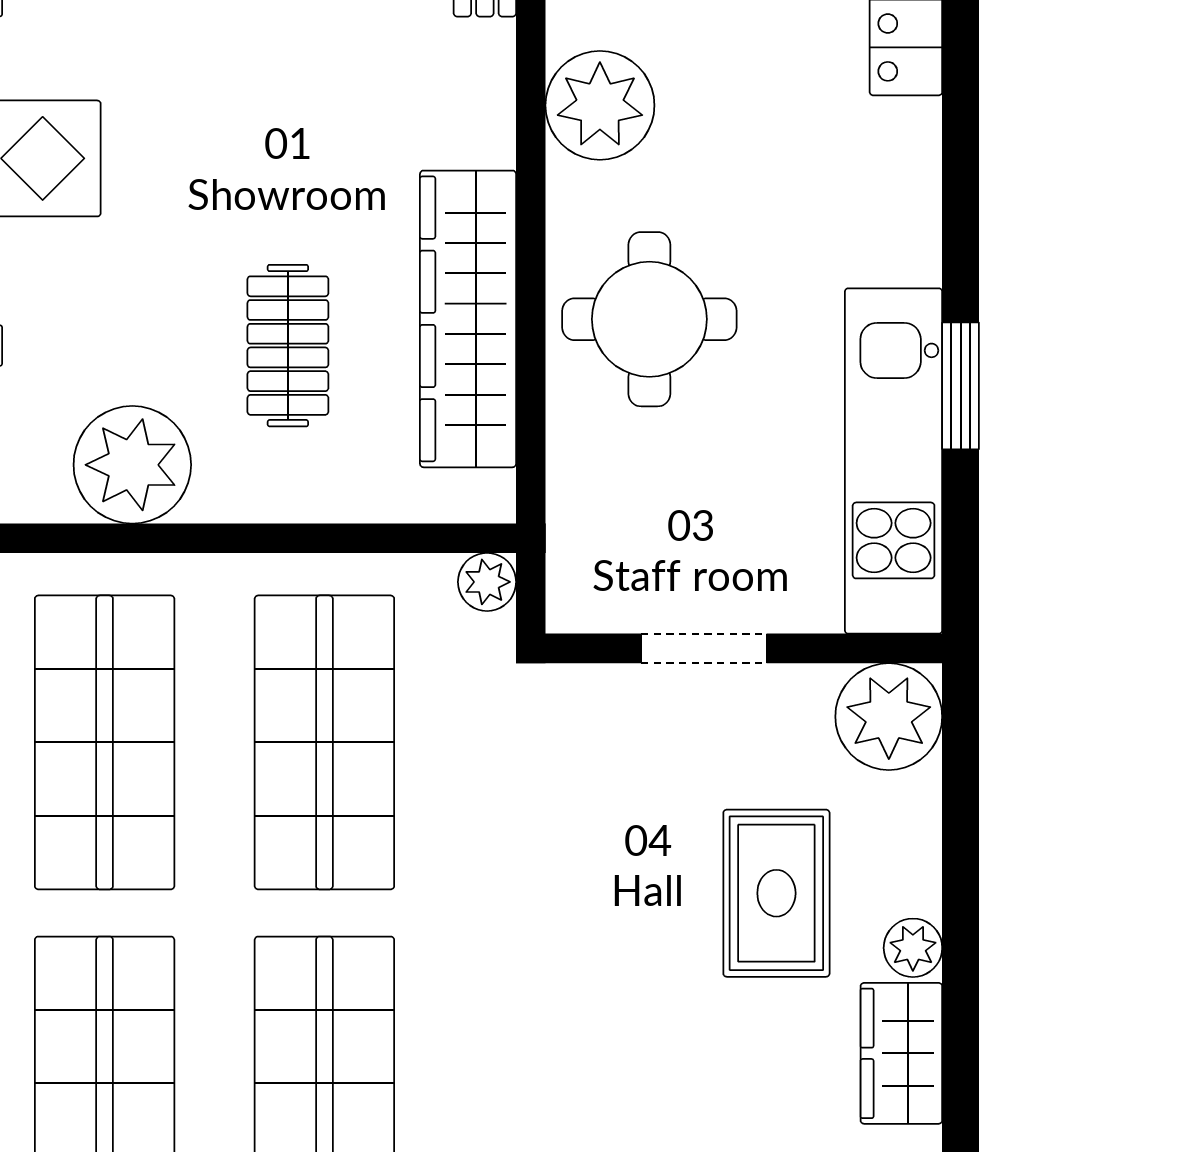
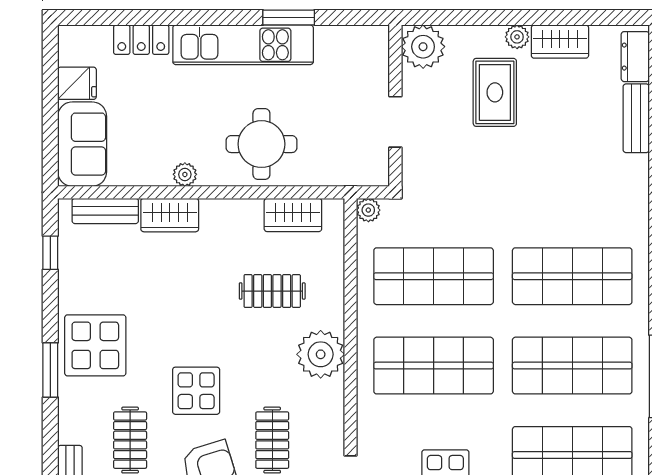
wardrobe: (475, 94) -> (170, 215), added
plant: (600, 105) -> (185, 174), width x0.53, depth x0.53
wardrobe: (468, 319) -> (293, 215), width x0.48, depth x0.85
kitchen unit: (894, 461) -> (243, 45), moved
rug: (776, 893) -> (495, 92), turned 90

